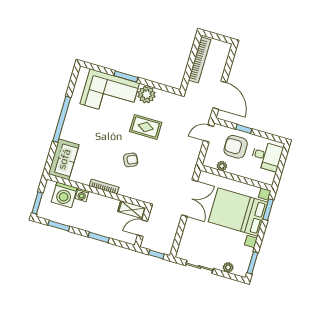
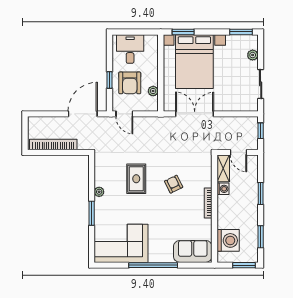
corner sofa: (110, 94) -> (121, 243), moved, turned -90
plant: (147, 94) -> (99, 192), width x0.53, depth x0.53
washing machine: (82, 195) -> (223, 189), moved

